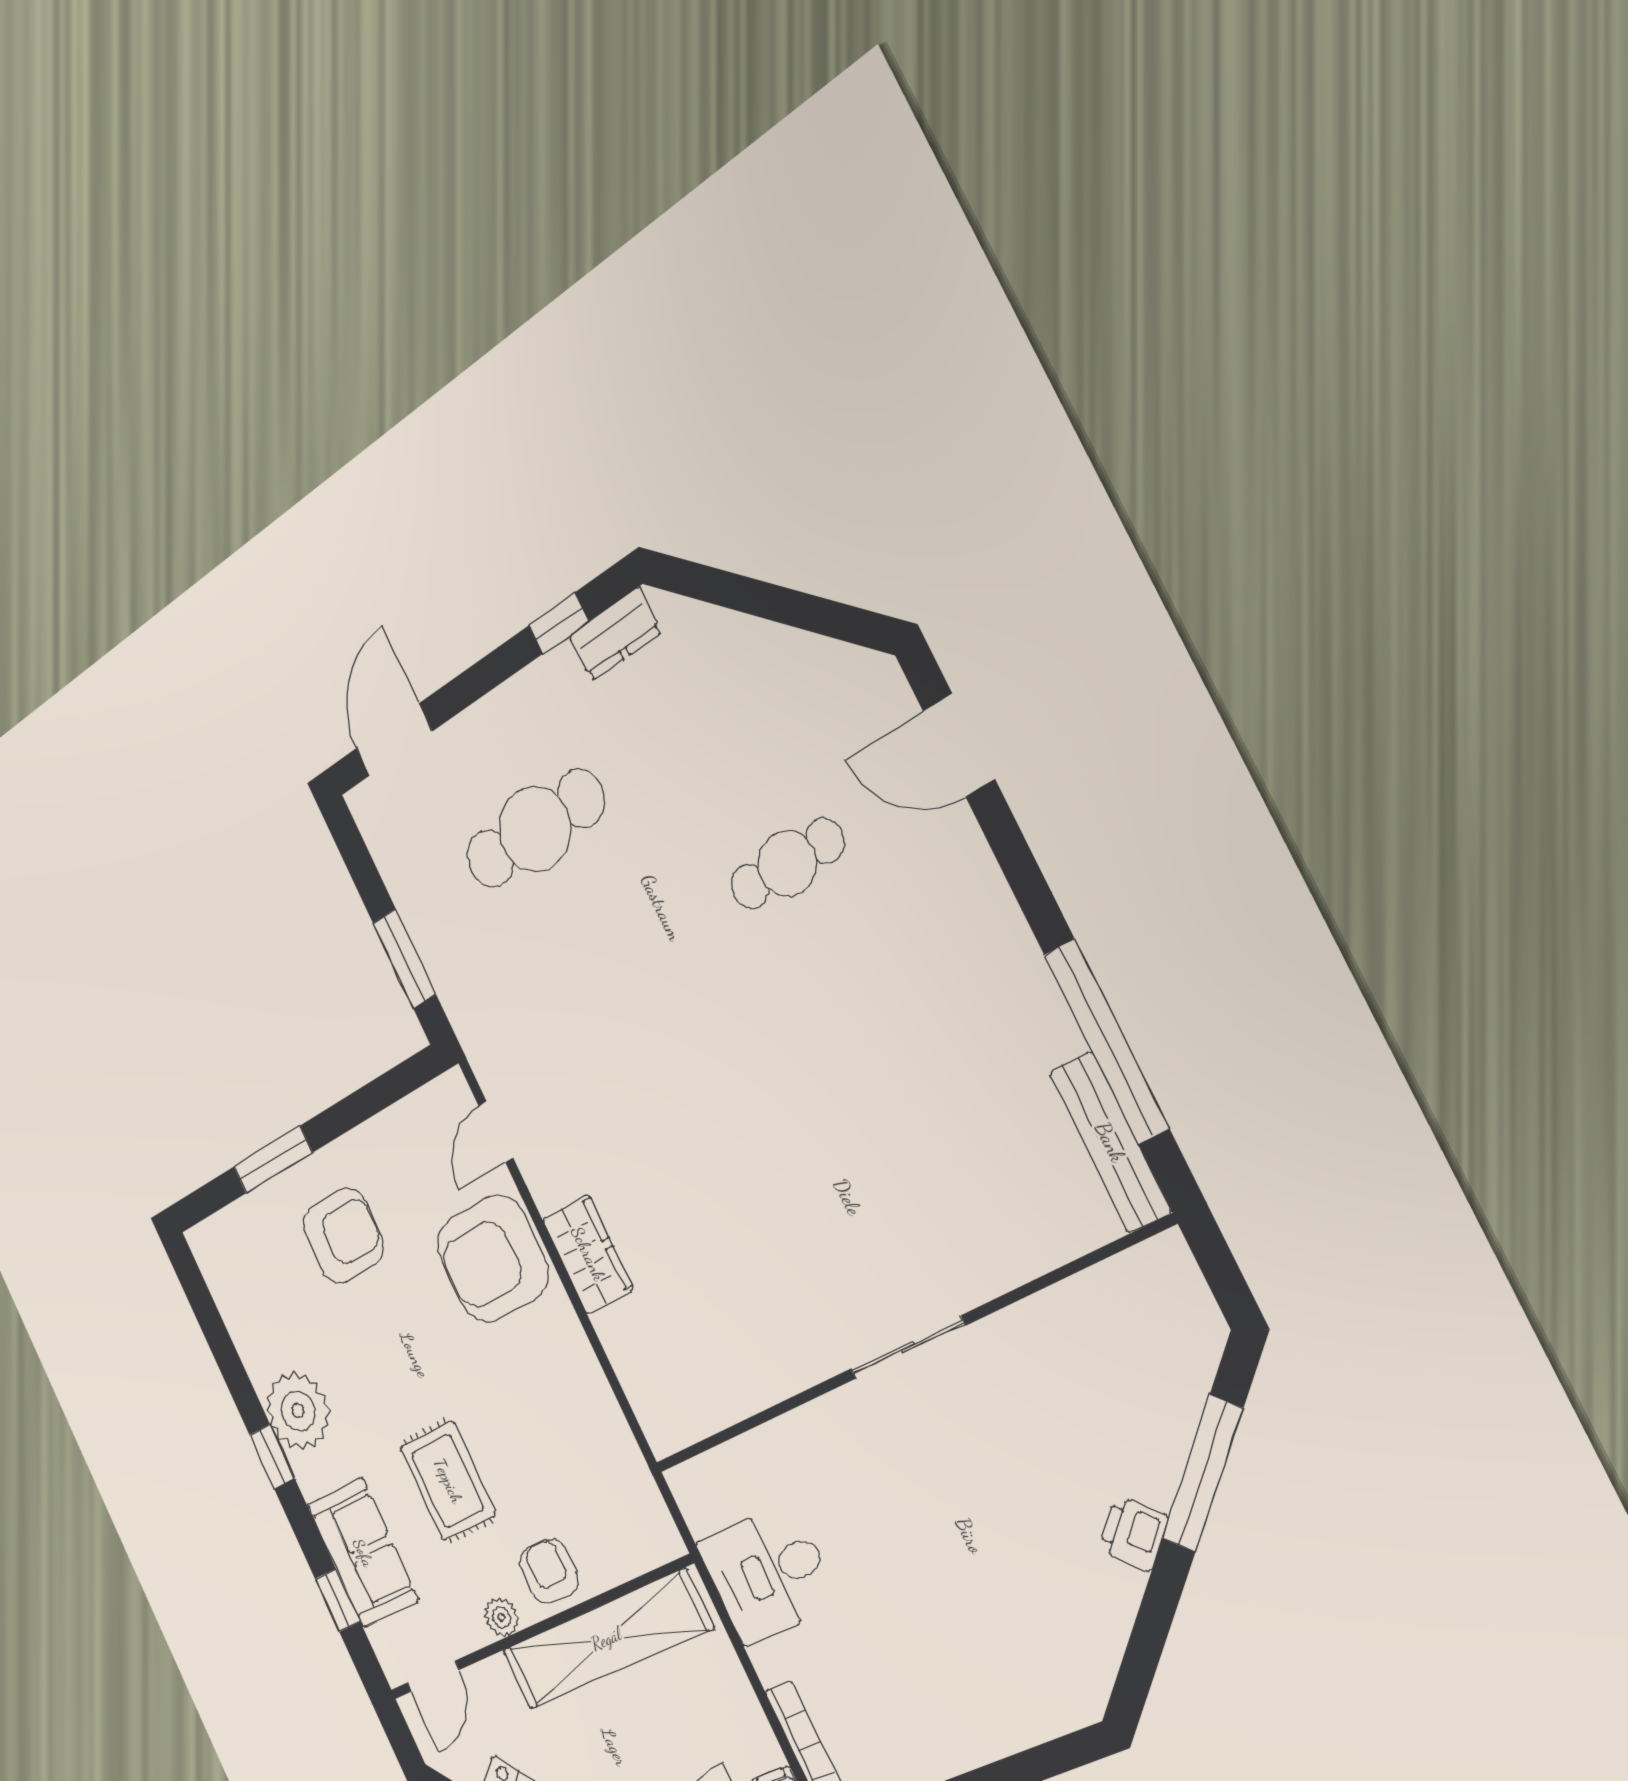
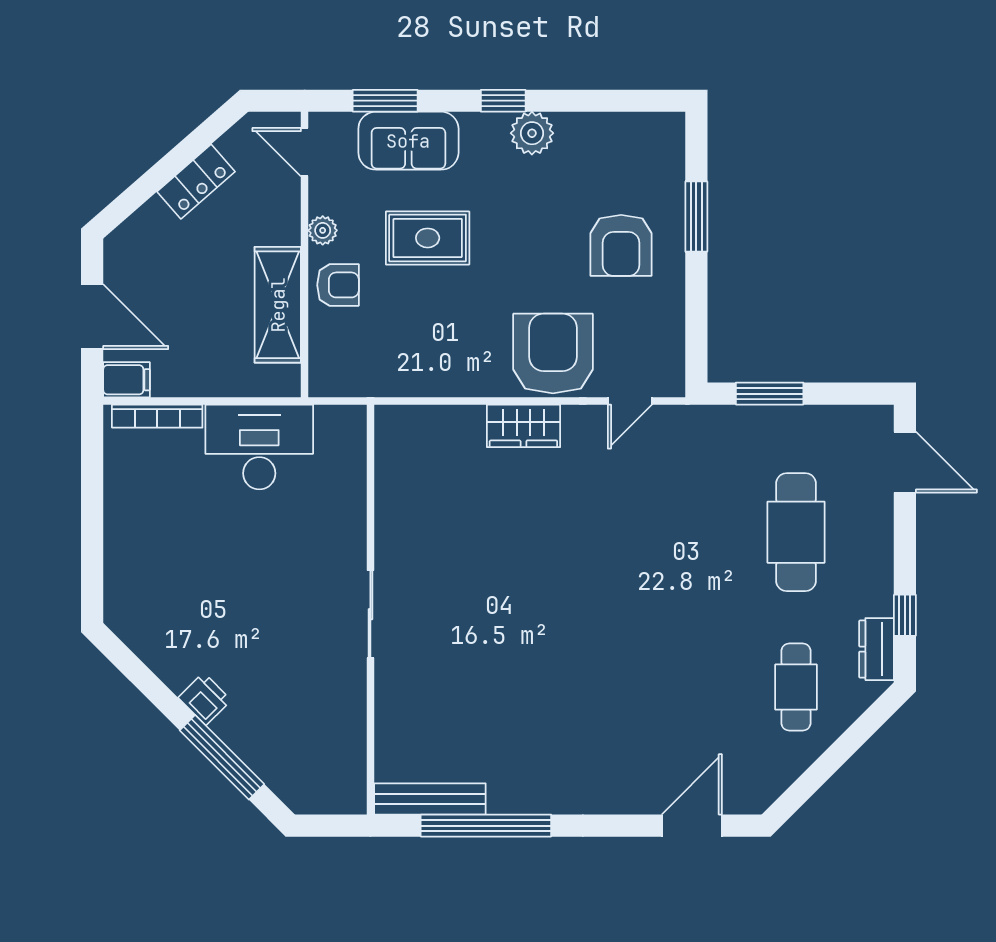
cafe table: (787, 864) -> (796, 687), moved
door: (496, 1132) -> (630, 401), swing flipped
plant: (298, 1411) -> (532, 133), width x0.73, depth x0.73
desk: (768, 1574) -> (259, 447), width x1.37
window: (338, 1600) -> (385, 101), width x1.50
shelving: (606, 1639) -> (278, 305), width x0.68

